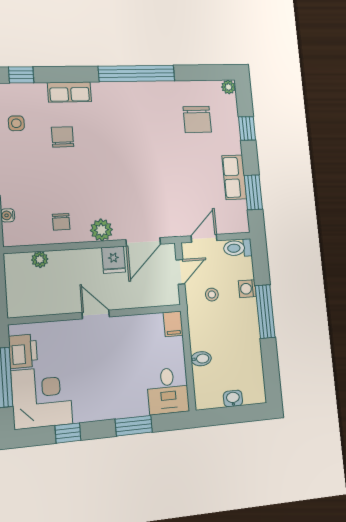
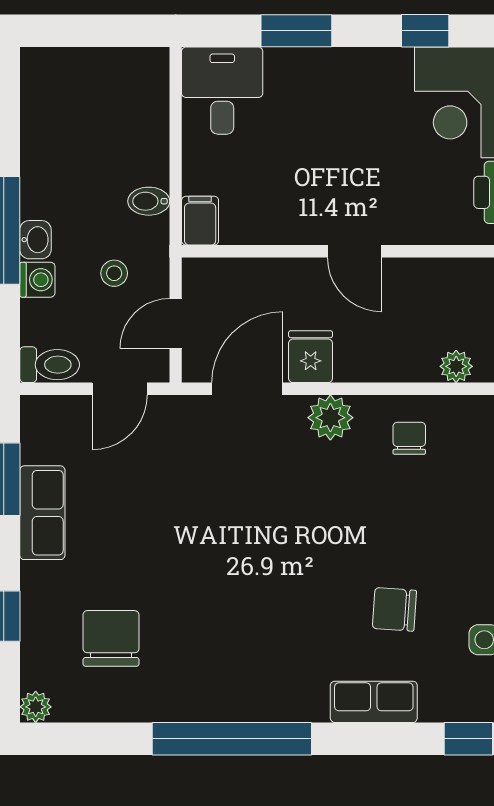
chair: (63, 137) -> (394, 609), turned 94
bidet: (201, 359) -> (149, 201), moved
washbasin: (233, 399) -> (35, 240), moved, turned -90

